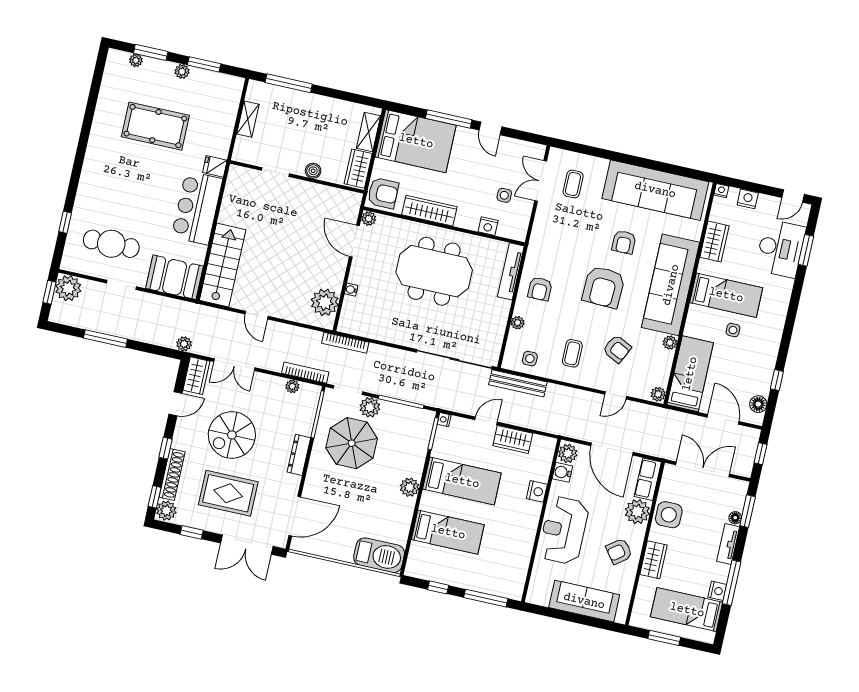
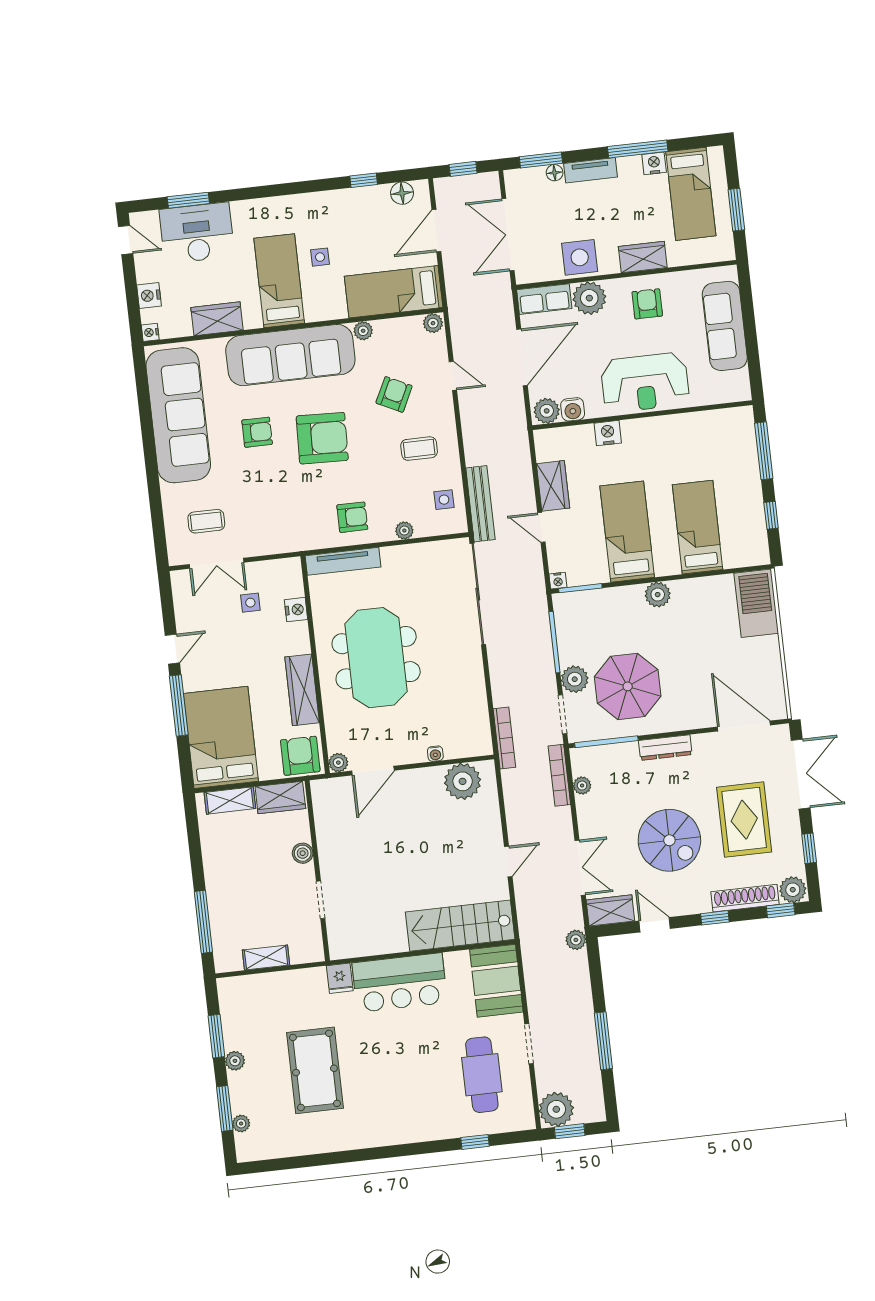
armchair: (619, 551) -> (647, 304), turned -143

